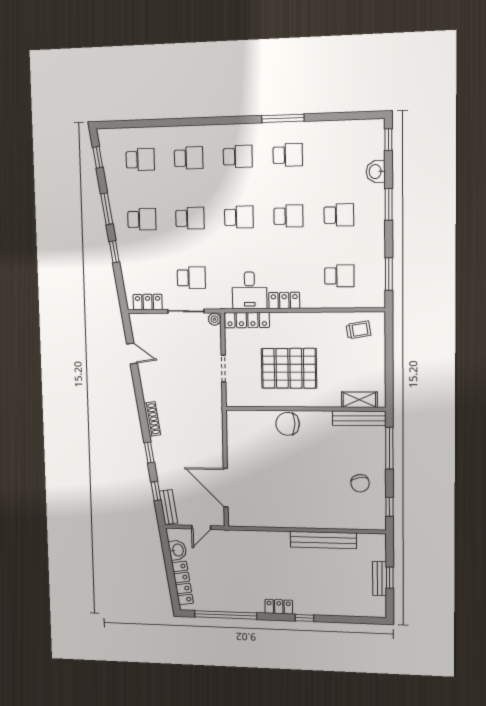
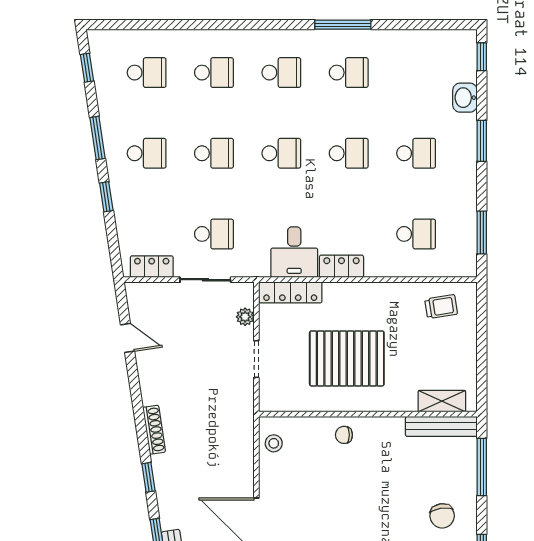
plant: (214, 319) -> (245, 317), moved
chair: (288, 424) -> (344, 435), width x0.54, depth x0.54
stool: (237, 429) -> (274, 443), added

